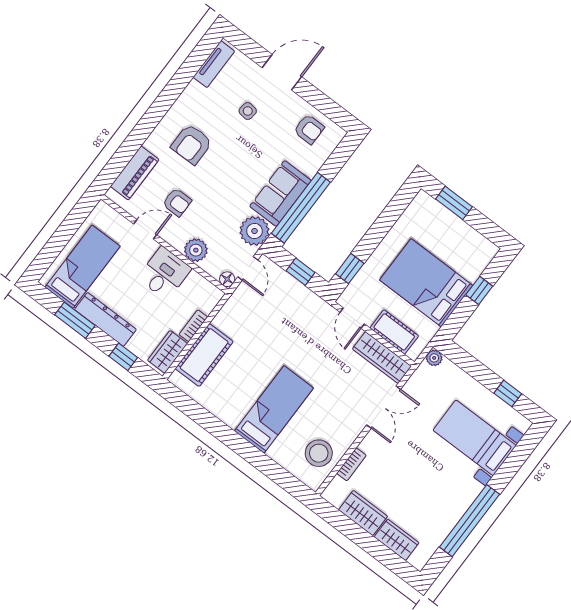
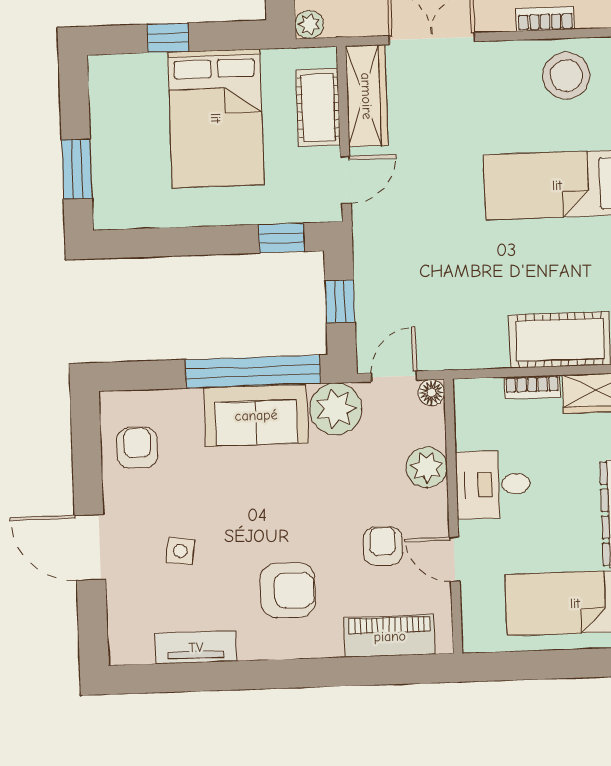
tv unit: (214, 64) -> (196, 647), moved

